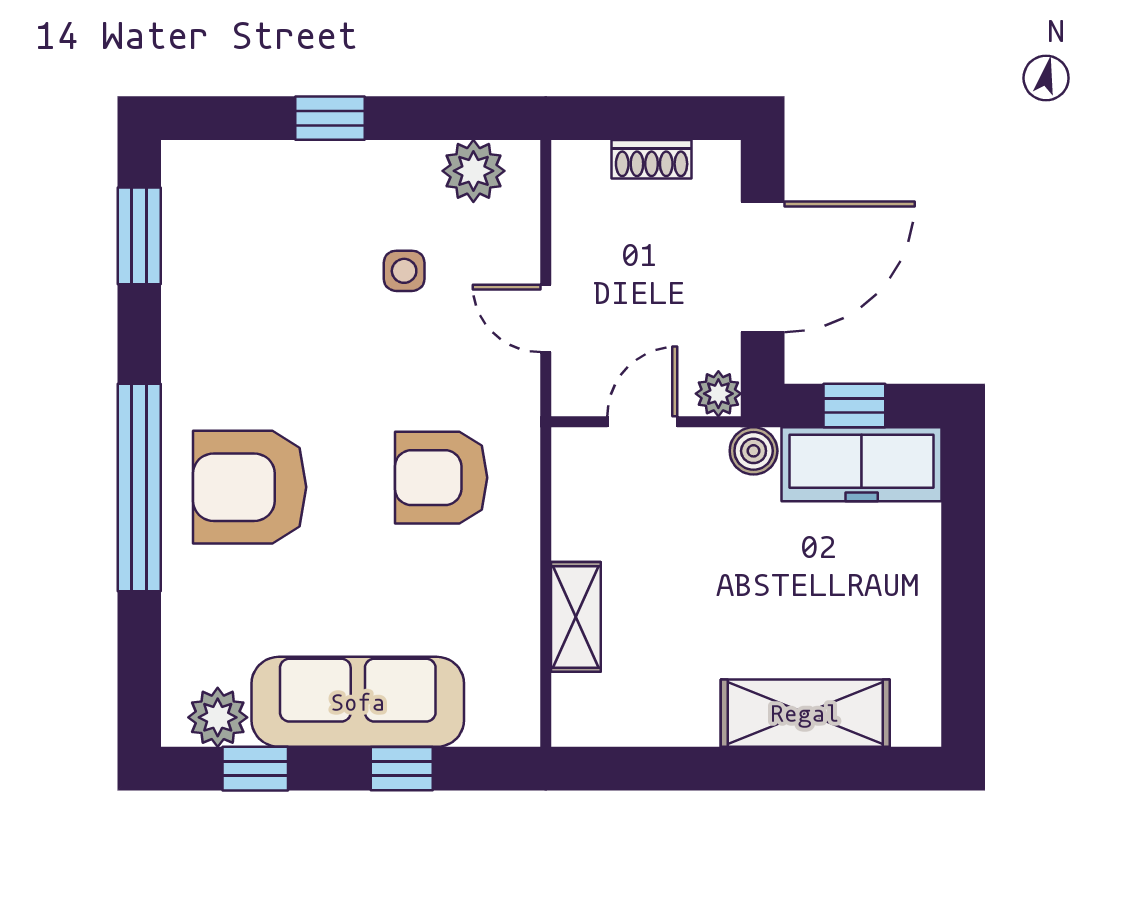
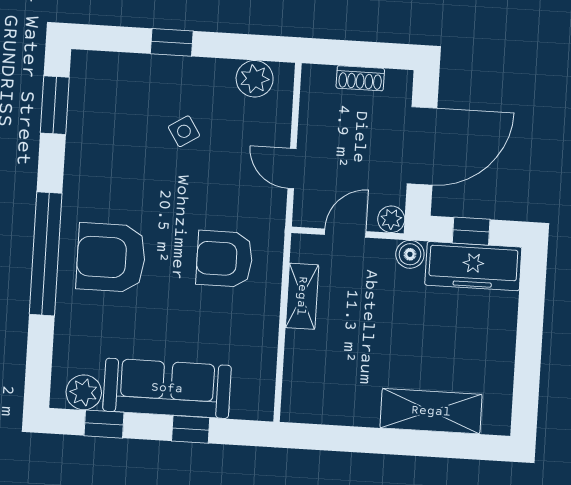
side table: (404, 271) -> (184, 131), moved, turned -32
shelving: (576, 617) -> (302, 296), moved

